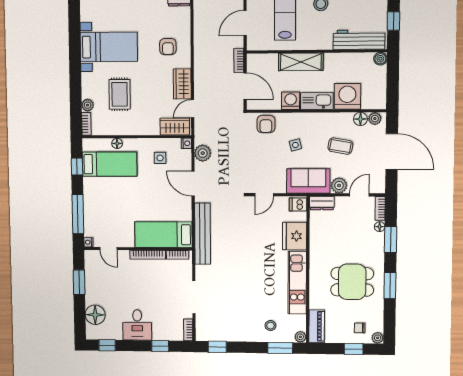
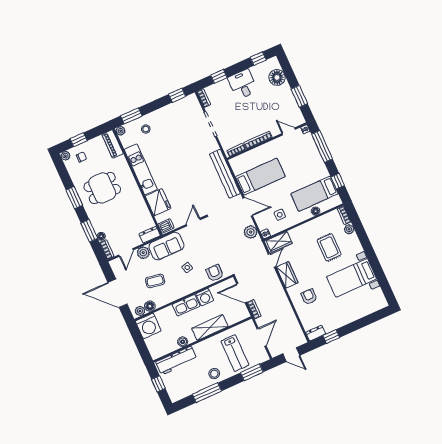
boiler: (380, 59) -> (183, 342), moved
washing machine: (347, 96) -> (148, 326), moved
bed: (163, 235) -> (260, 177), moved

